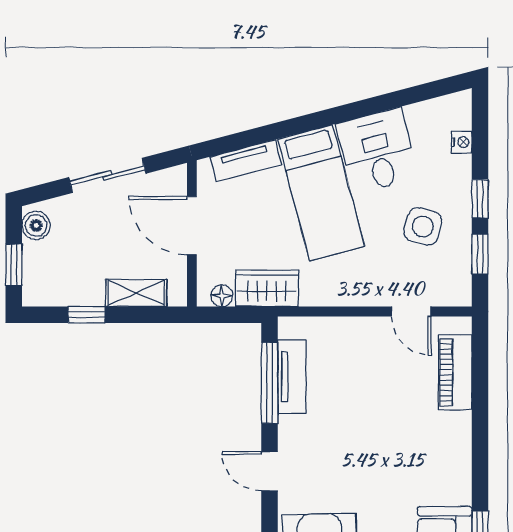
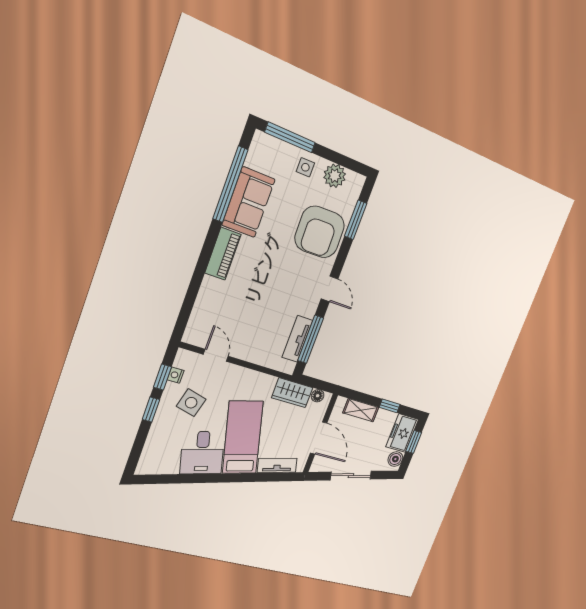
nightstand: (462, 142) -> (176, 375), moved
freezer: (43, 274) -> (402, 433), added
piano: (455, 372) -> (223, 254), moved

